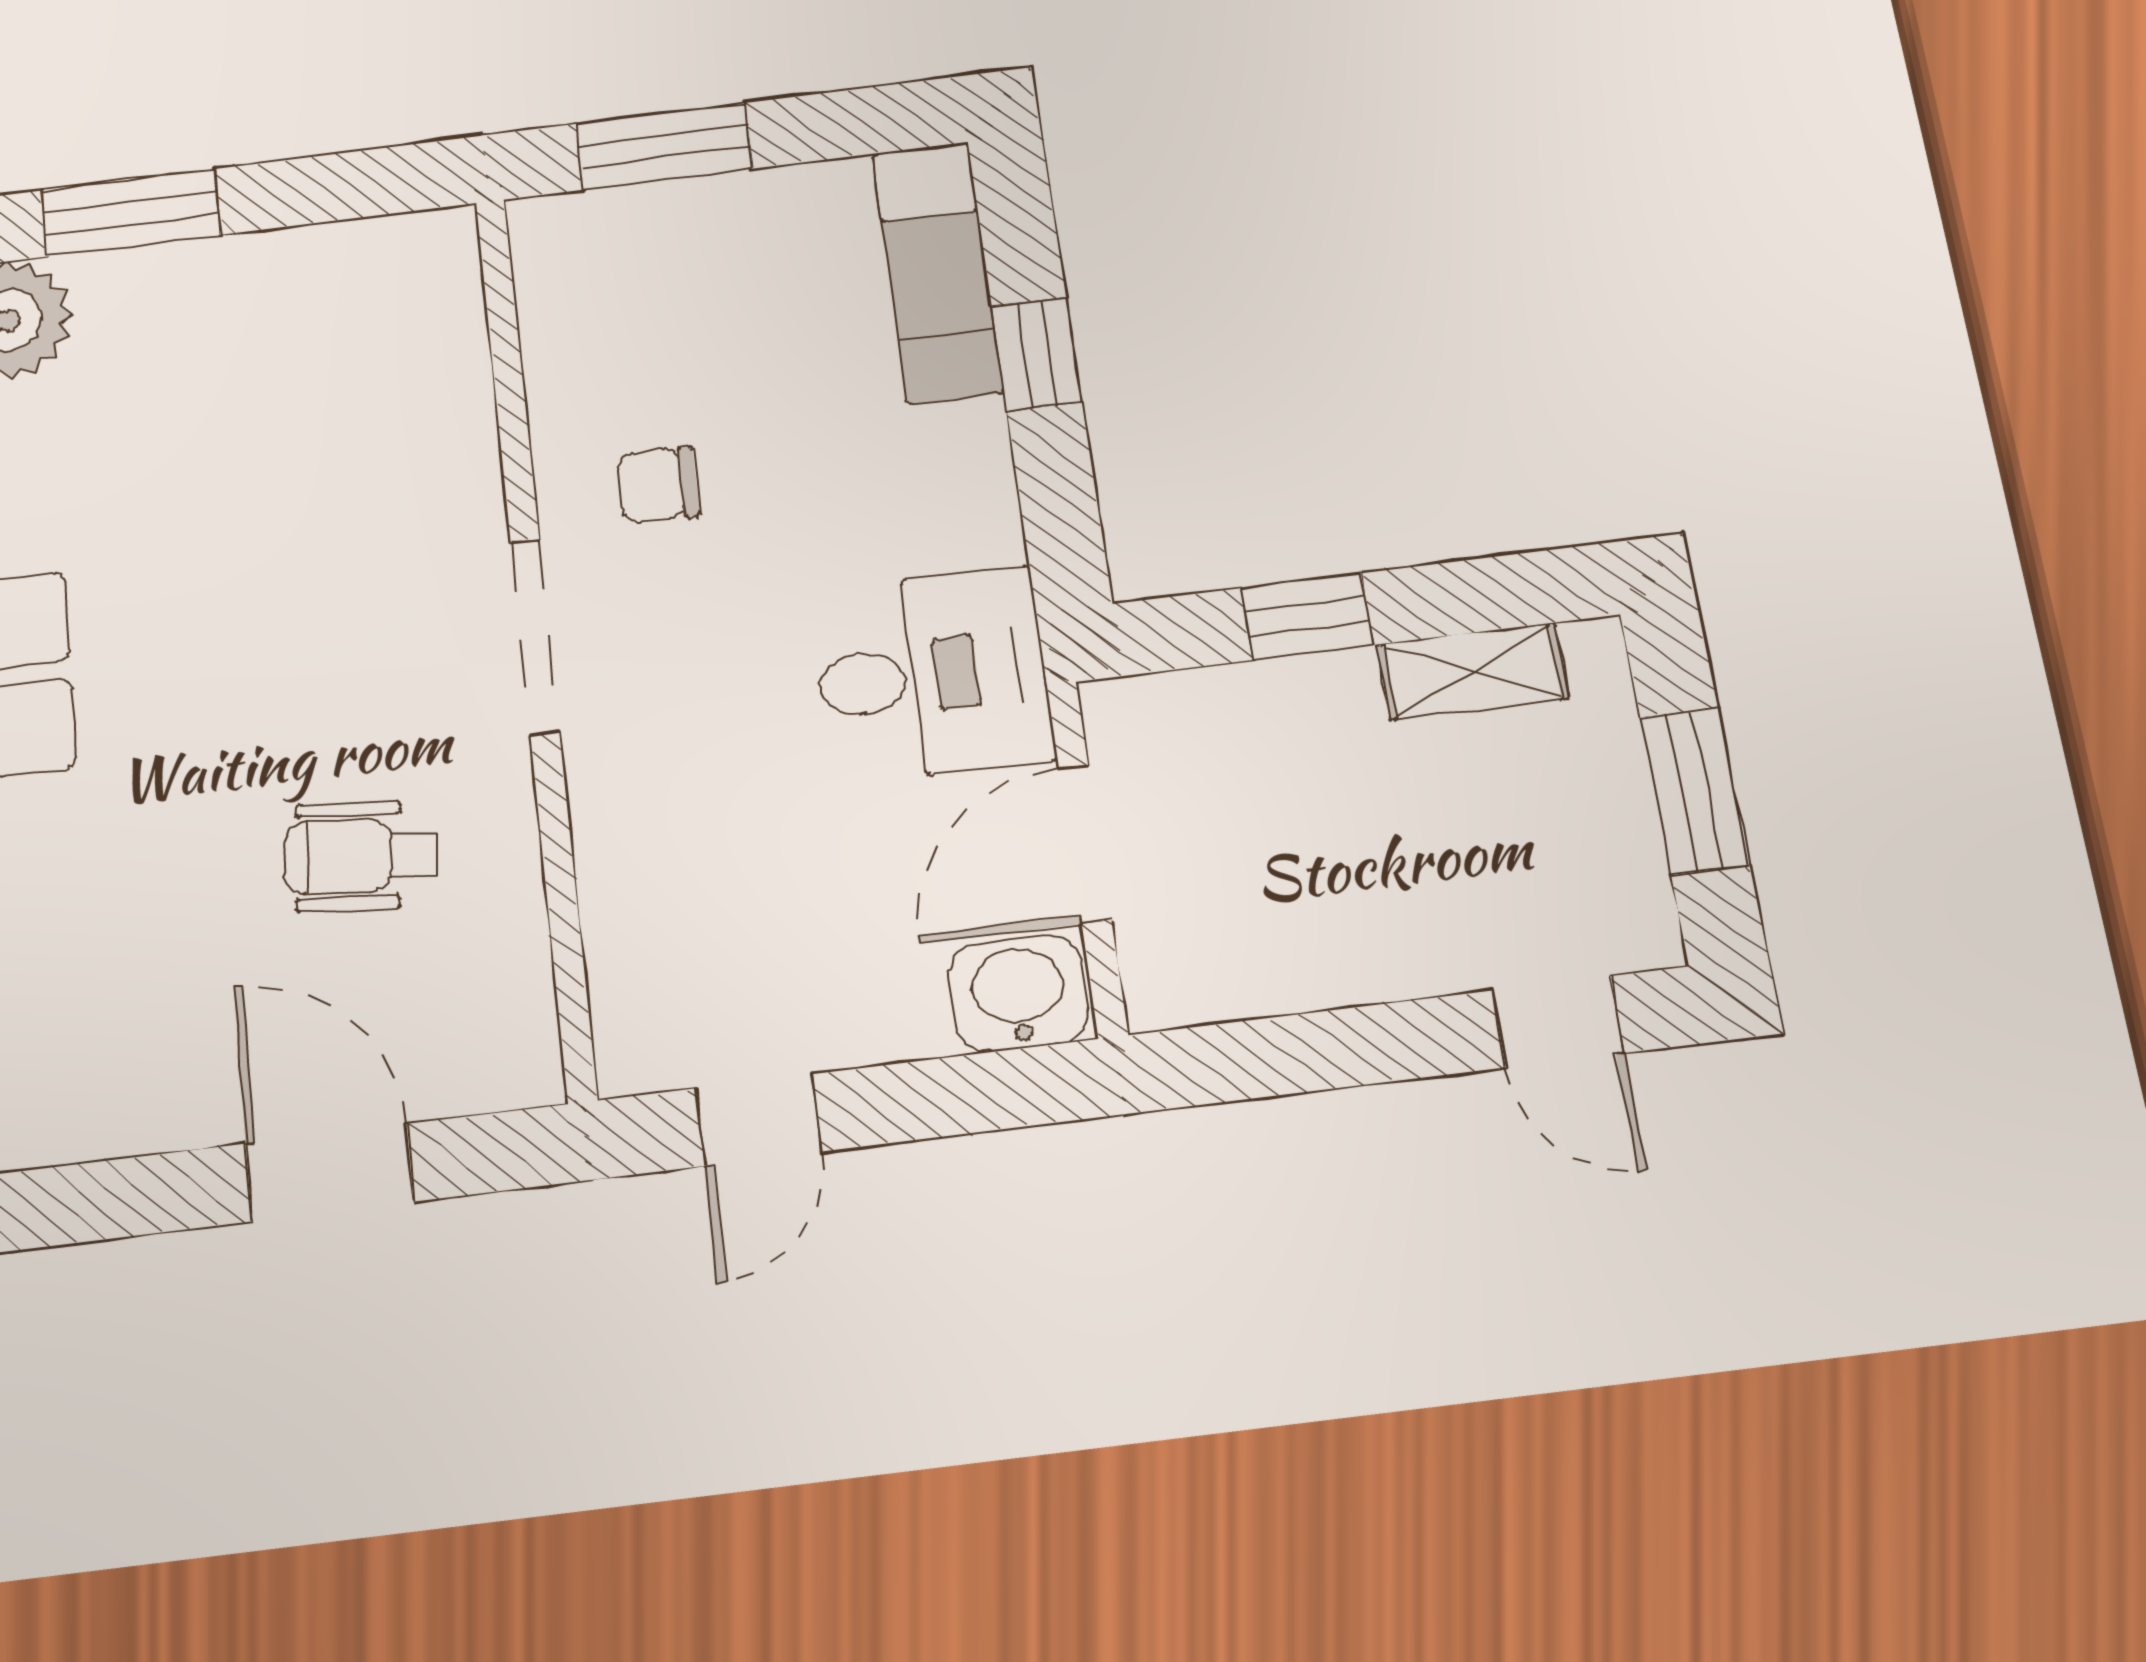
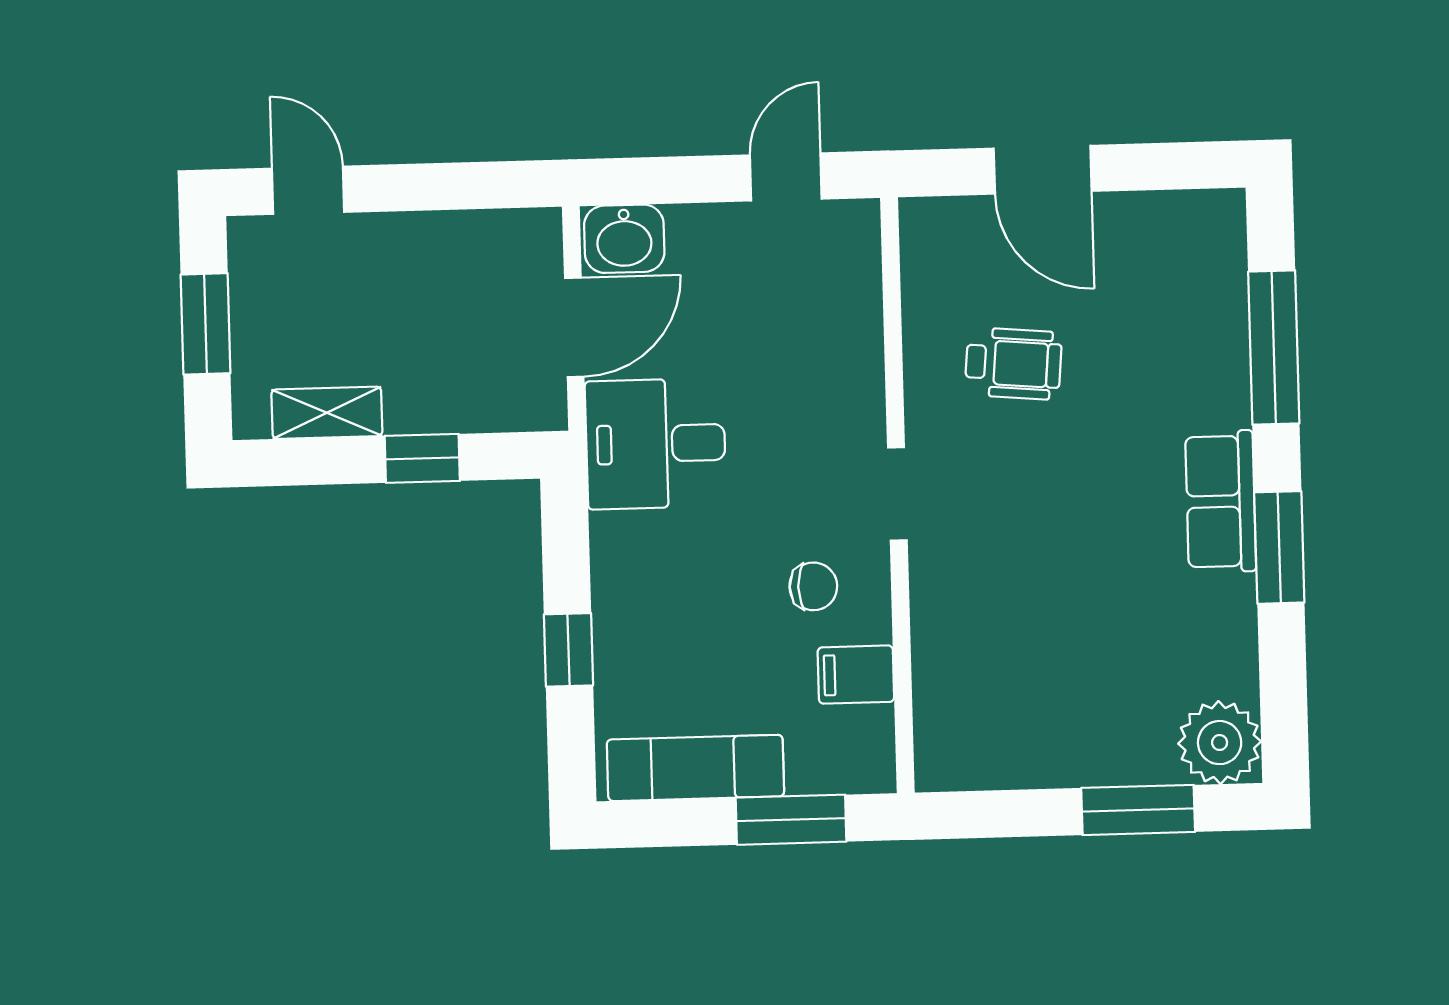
exam couch: (938, 272) -> (695, 768), moved, turned -90
filing cabinet: (580, 363) -> (856, 675), added
doorway: (535, 637) -> (897, 494), width x0.73

